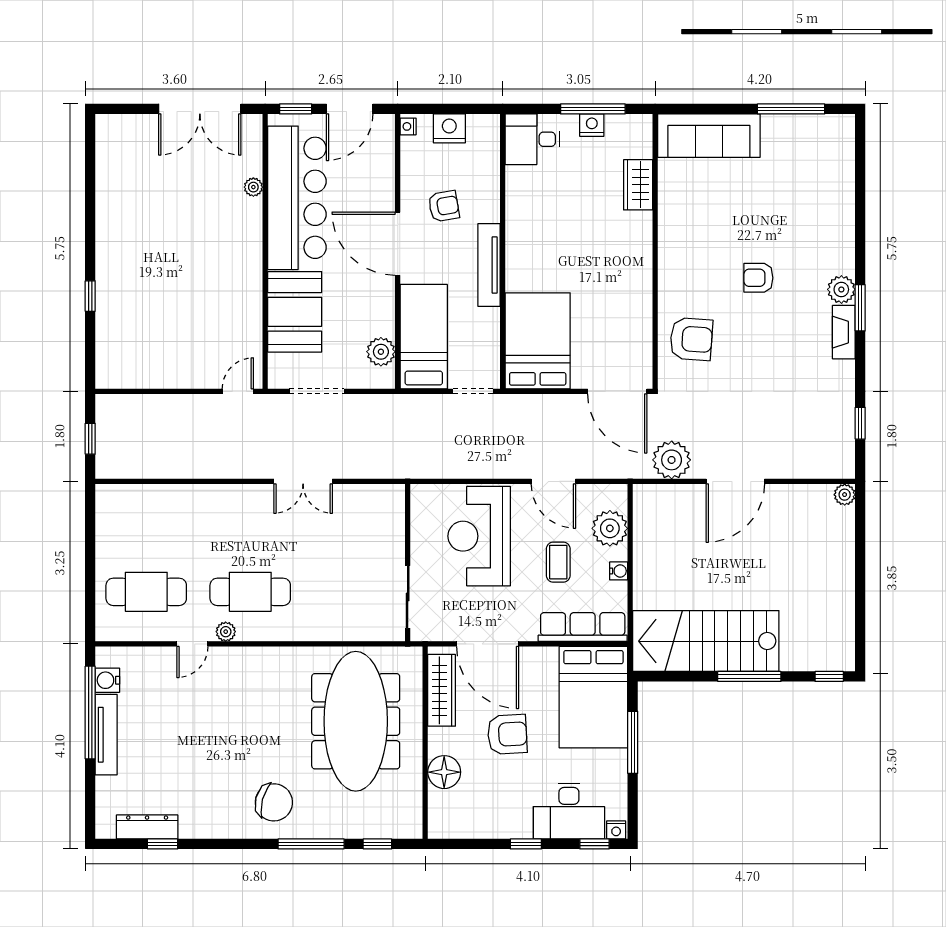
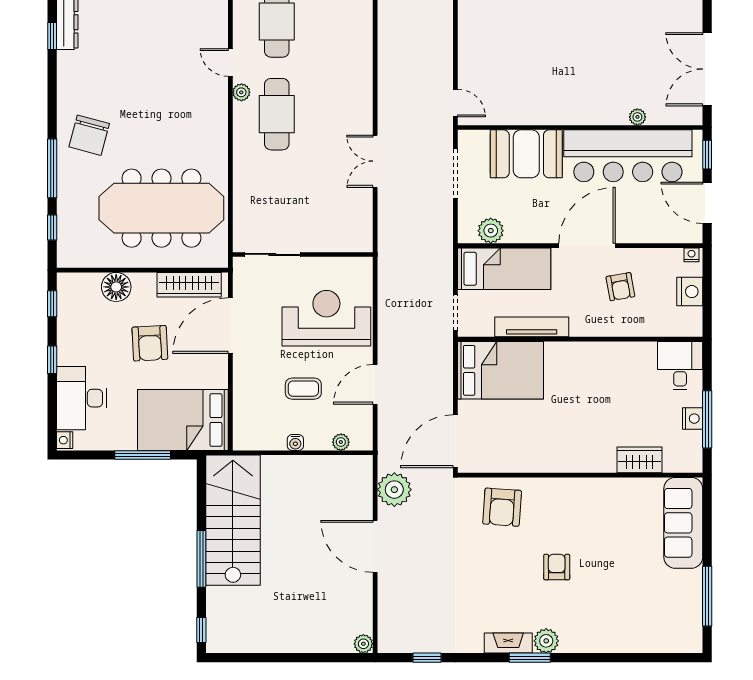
tv unit: (489, 265) -> (532, 327), moved
plant: (610, 528) -> (341, 442), width x0.53, depth x0.53
row of seats: (583, 627) -> (245, 410), removed
window: (595, 844) -> (52, 304), moved

